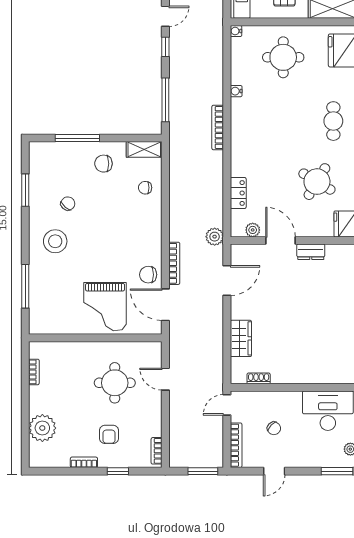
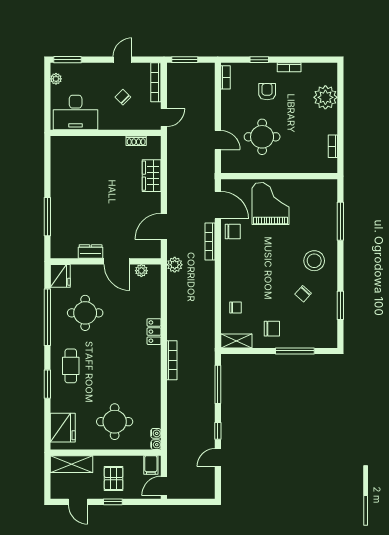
water cooler: (236, 91) -> (156, 433), moved
round table: (317, 182) -> (85, 313), turned -31
locker: (238, 193) -> (154, 332), moved

